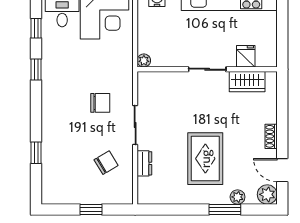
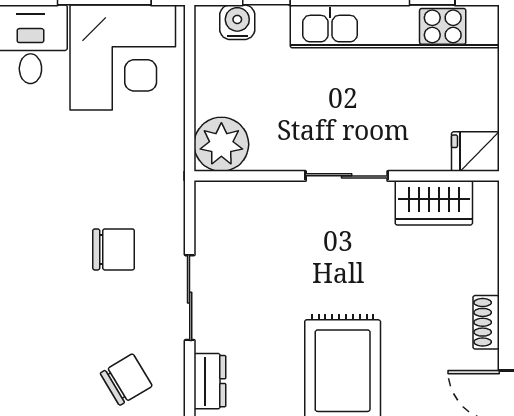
fridge: (246, 56) -> (475, 152), moved, turned -90
plant: (144, 61) -> (221, 144), width x1.87, depth x1.87

